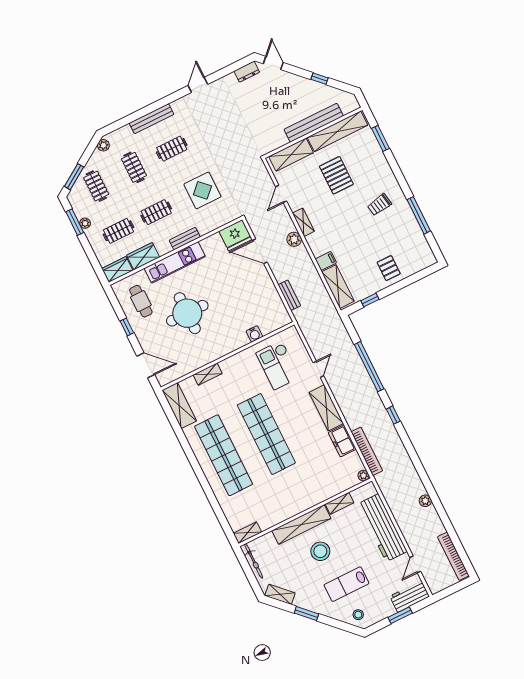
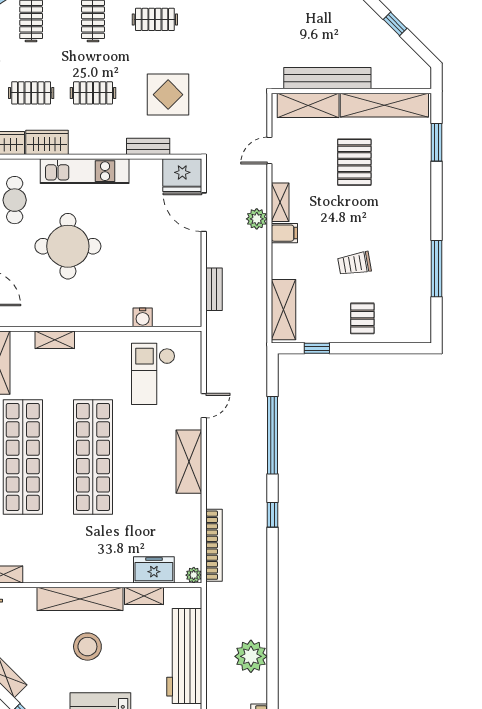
bench: (314, 123) -> (327, 78), moved
trolley: (379, 205) -> (354, 264), moved
bench: (185, 239) -> (148, 146), moved
filing cabinet: (326, 261) -> (284, 233), moved
freezer: (342, 441) -> (154, 570), moved, turned 90
plant: (425, 501) -> (251, 656), width x1.87, depth x1.87

